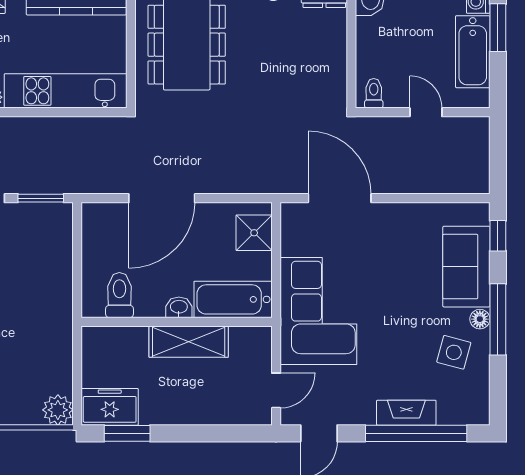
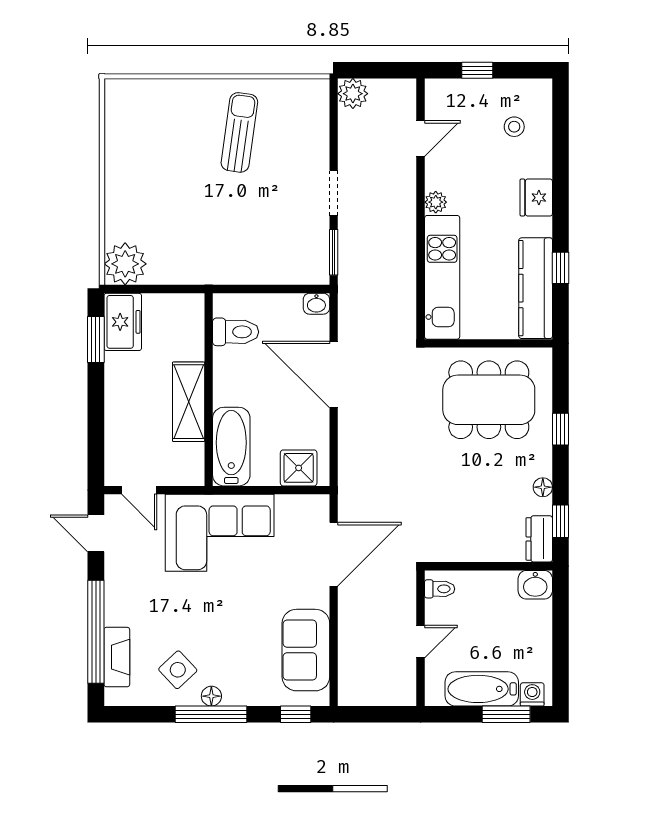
sofa: (466, 267) -> (306, 650), moved, turned -90
washbasin: (179, 307) -> (316, 304), moved, turned 90
side table: (454, 352) -> (178, 670), turned 32
plant: (58, 410) -> (125, 264), width x1.36, depth x1.36
fireplace: (406, 413) -> (117, 657), moved

